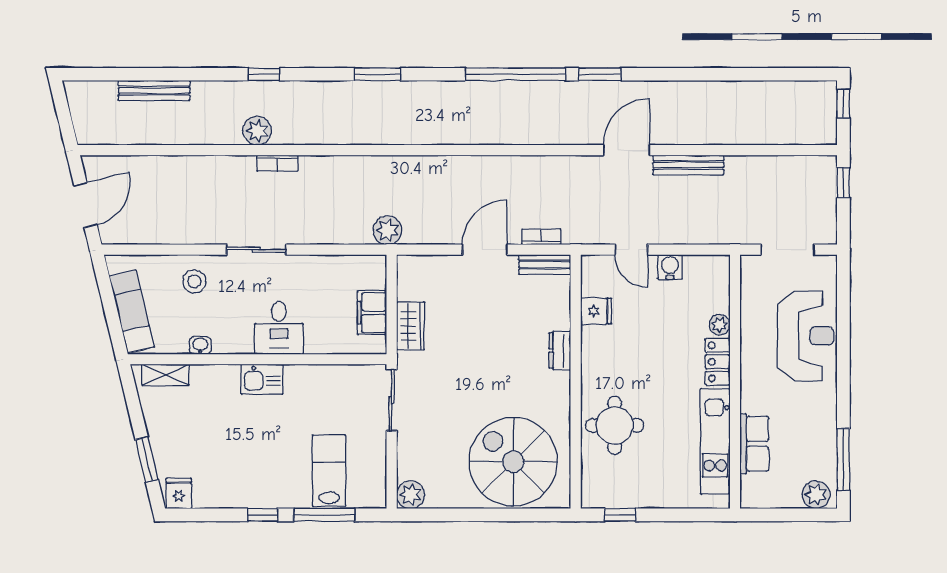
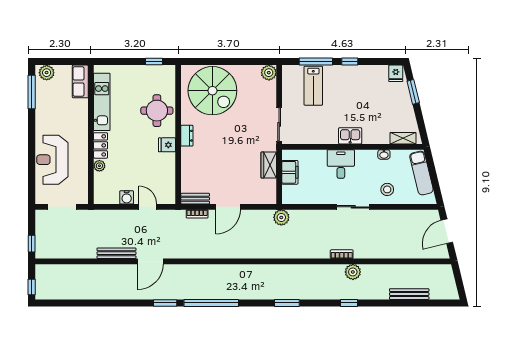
fridge: (596, 311) -> (167, 145), moved
dresser: (560, 351) -> (187, 136), moved
row of seats: (754, 444) -> (80, 81), moved

